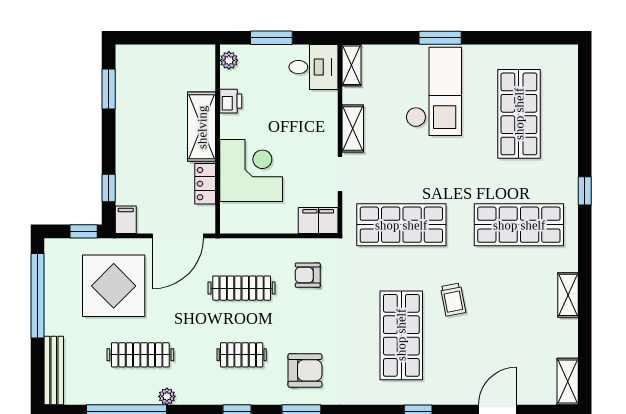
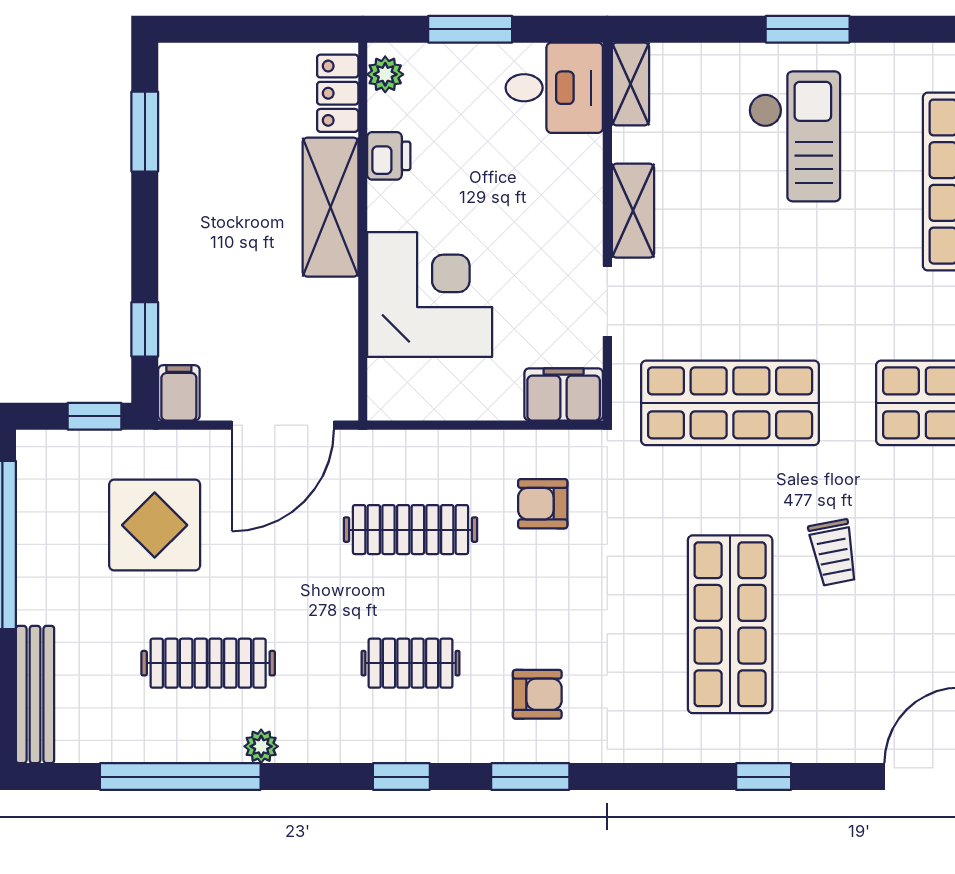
checkout: (434, 91) -> (795, 136), width x0.73, depth x0.83
locker: (205, 184) -> (338, 93), moved
display table: (114, 286) -> (155, 525), width x0.73, depth x0.73
armchair: (305, 370) -> (537, 694), width x0.72, depth x0.72

